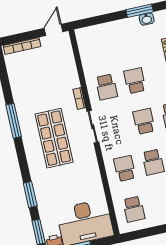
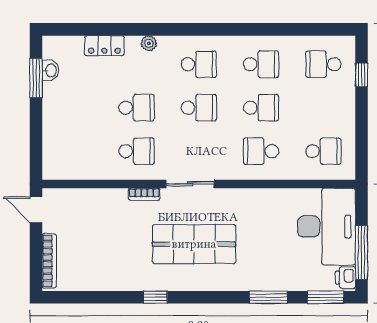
school desk: (135, 81) -> (136, 108), turned 180
window: (14, 121) -> (155, 297), width x0.46
school desk: (144, 121) -> (199, 108), turned 180

